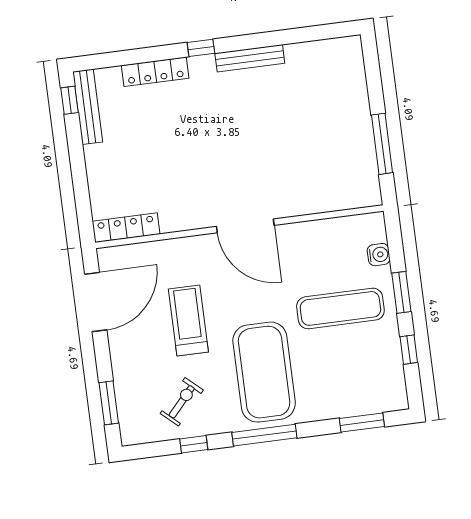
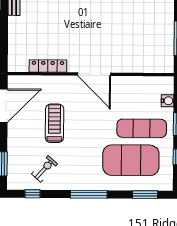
locker: (126, 228) -> (48, 66), moved
exercise mat: (264, 372) -> (131, 160), moved, turned 90
window: (194, 444) -> (32, 194), moved

